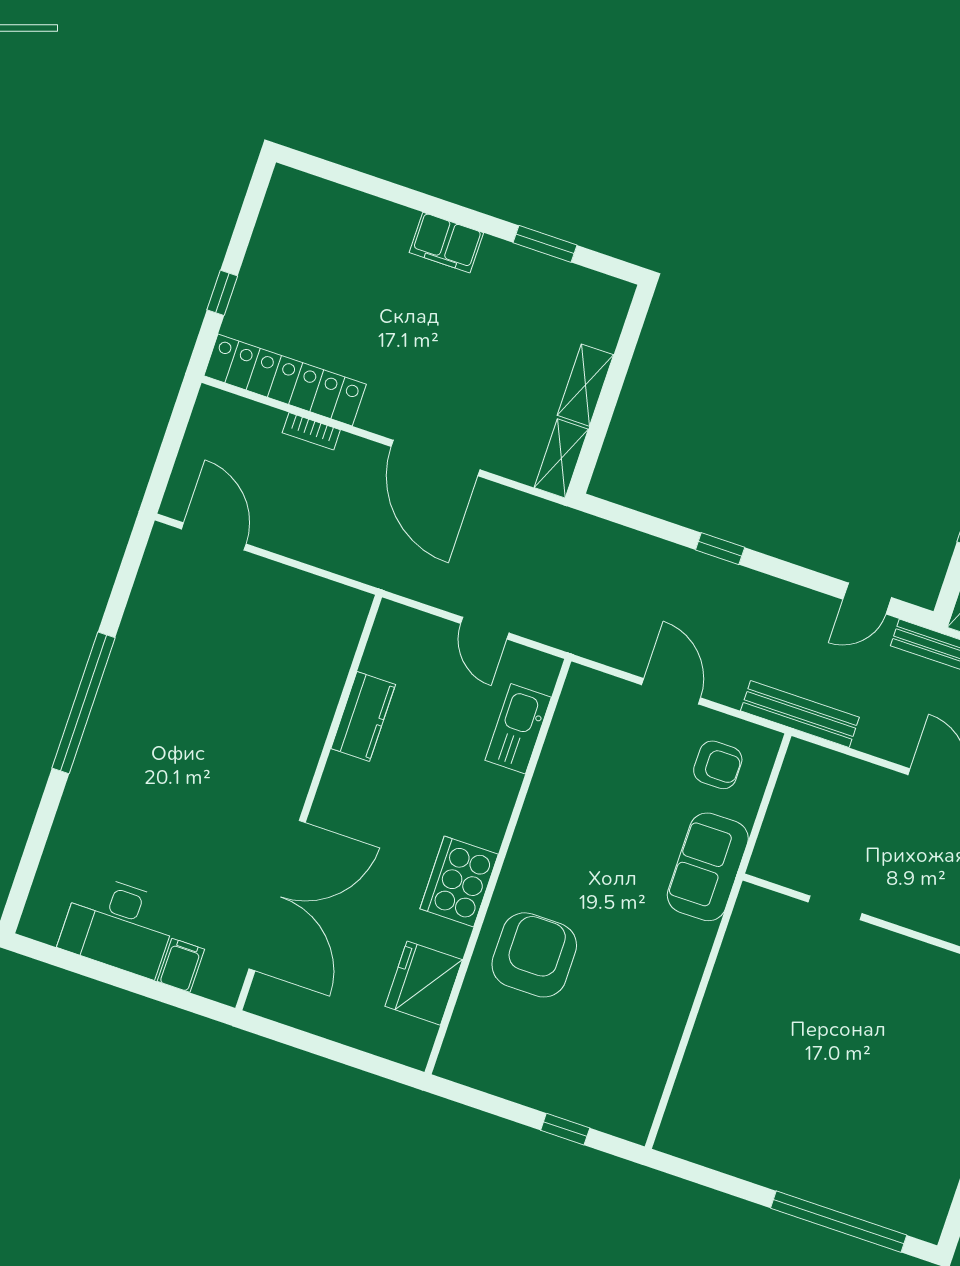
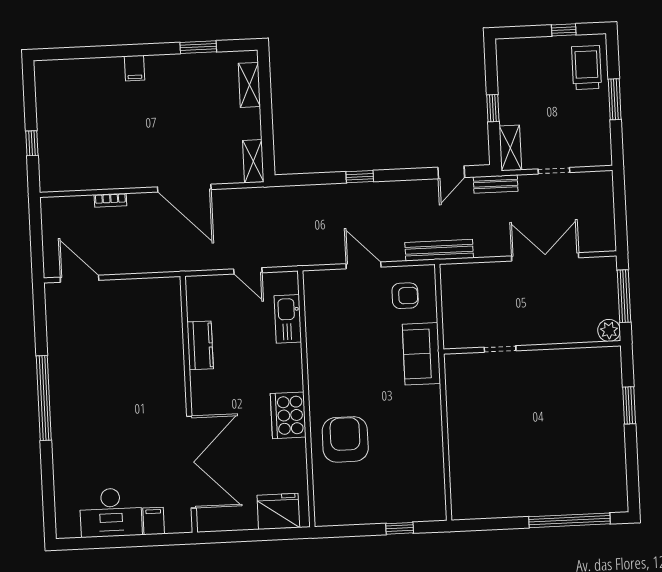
filing cabinet: (446, 243) -> (134, 68), width x0.50
locker: (285, 380) -> (85, 178), removed
shelving: (585, 385) -> (249, 85), moved
fridge: (424, 983) -> (278, 511), moved, turned 90

